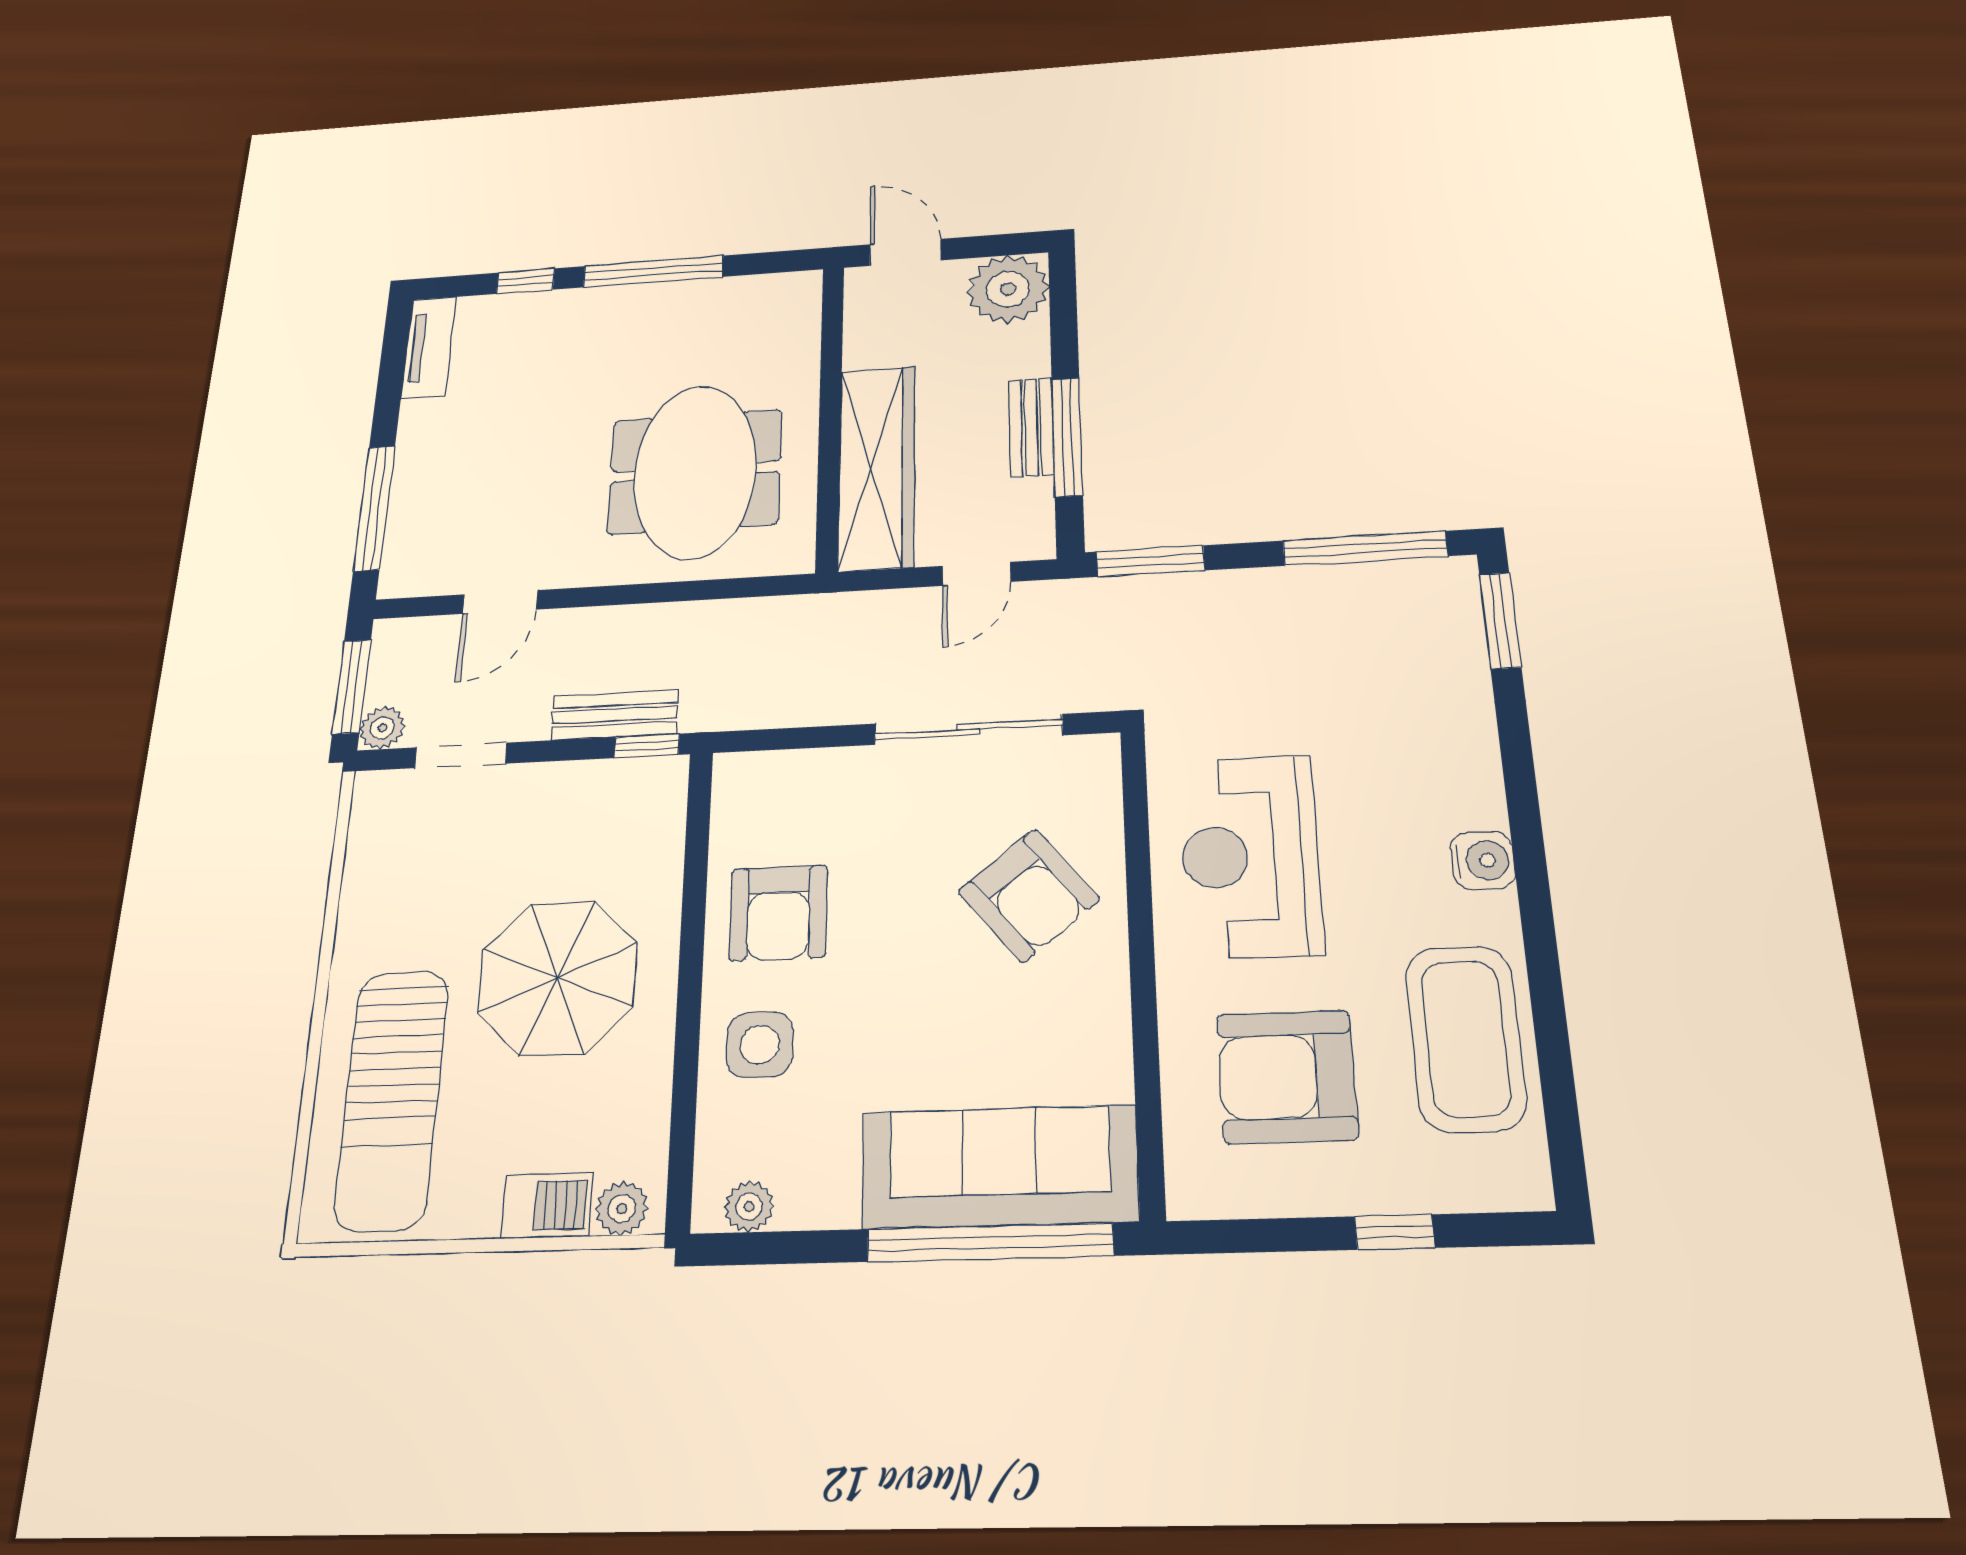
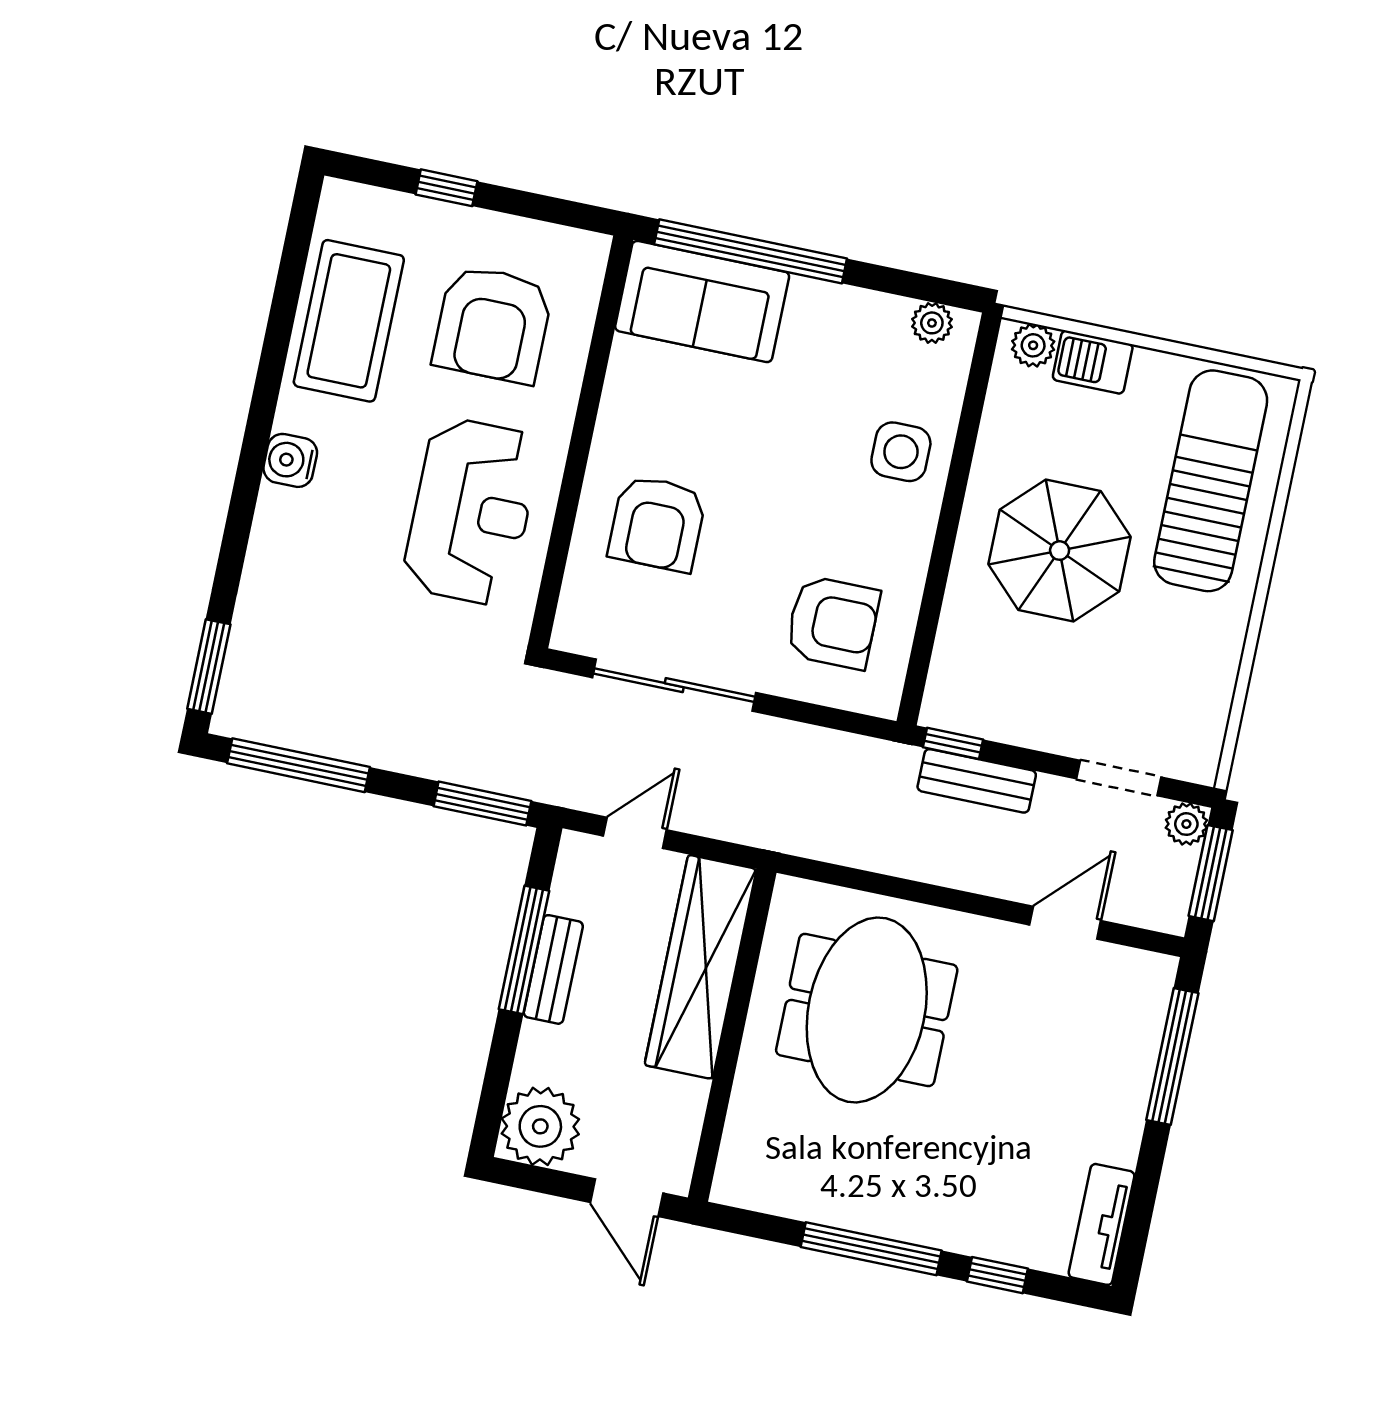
armchair: (1029, 895) -> (657, 523), turned -141
armchair: (778, 913) -> (833, 622), moved, turned 90
armchair: (1287, 1076) -> (493, 324), turned 90
sofa: (1000, 1167) -> (702, 302), width x0.73

